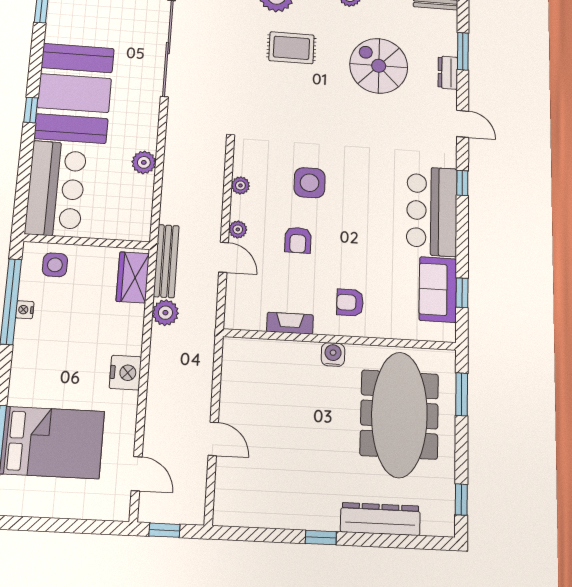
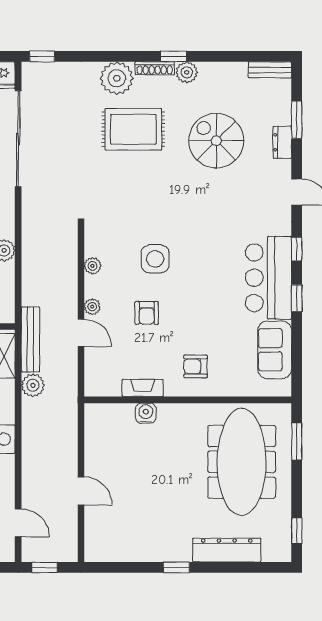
rug: (291, 48) -> (133, 129), width x1.36, depth x1.43
window: (462, 293) -> (297, 298), moved
water cooler: (333, 354) -> (146, 413), moved

